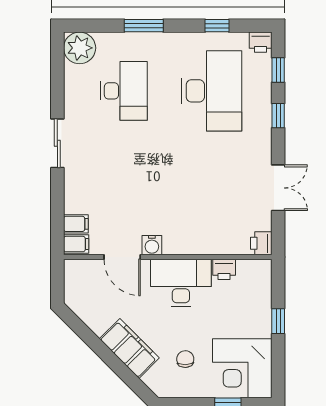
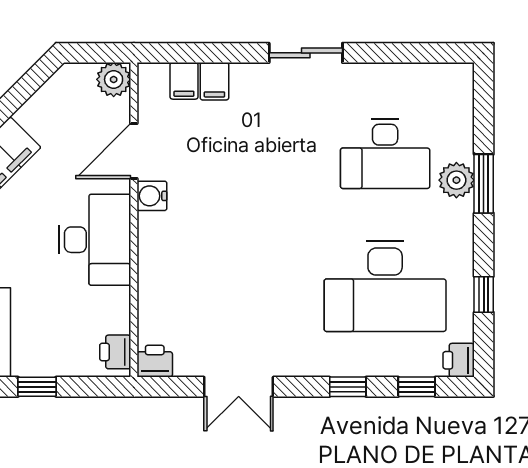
plant: (80, 48) -> (456, 180), moved, width x0.73, depth x0.73
filing cabinet: (76, 244) -> (214, 81), moved
printer: (224, 269) -> (115, 352), moved
plant: (75, 270) -> (114, 79), added

